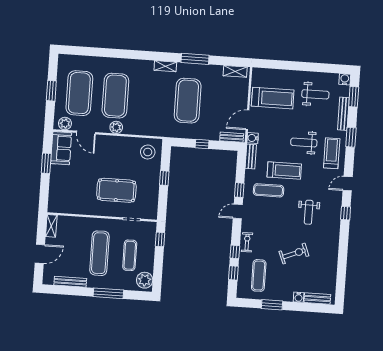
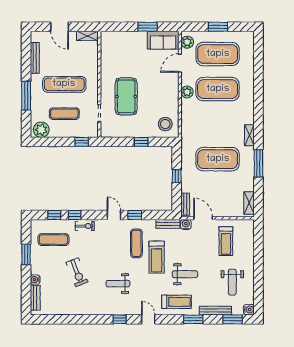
treadmill: (273, 98) -> (226, 241), width x0.73, depth x0.73
weight bench: (304, 142) -> (185, 274), turned 90

